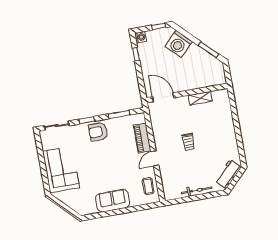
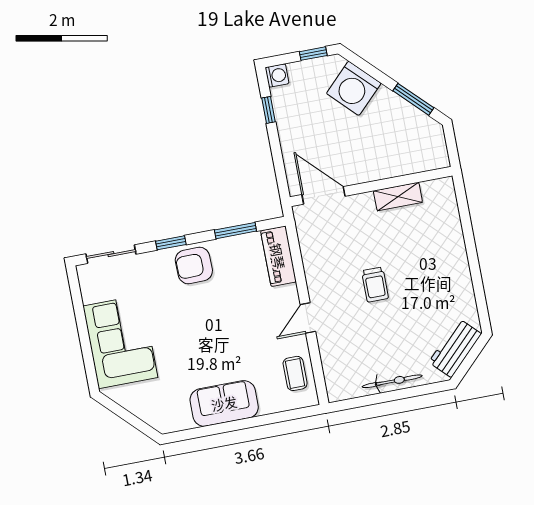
piano: (142, 138) -> (278, 256), moved

